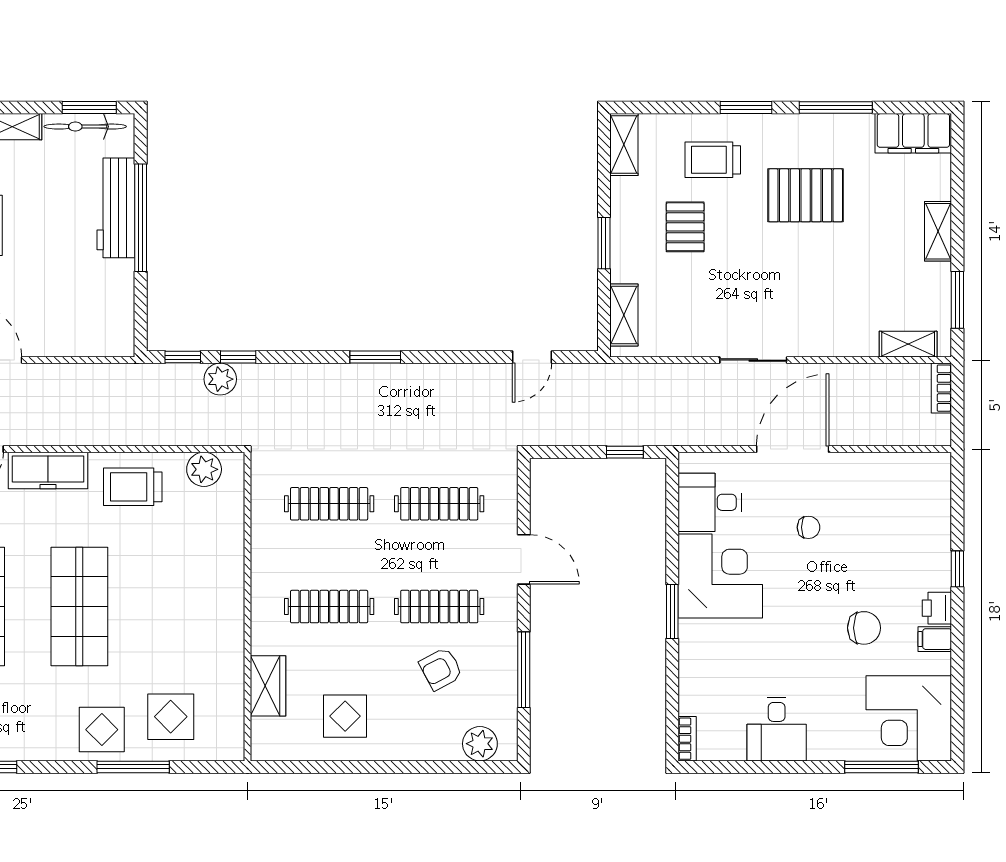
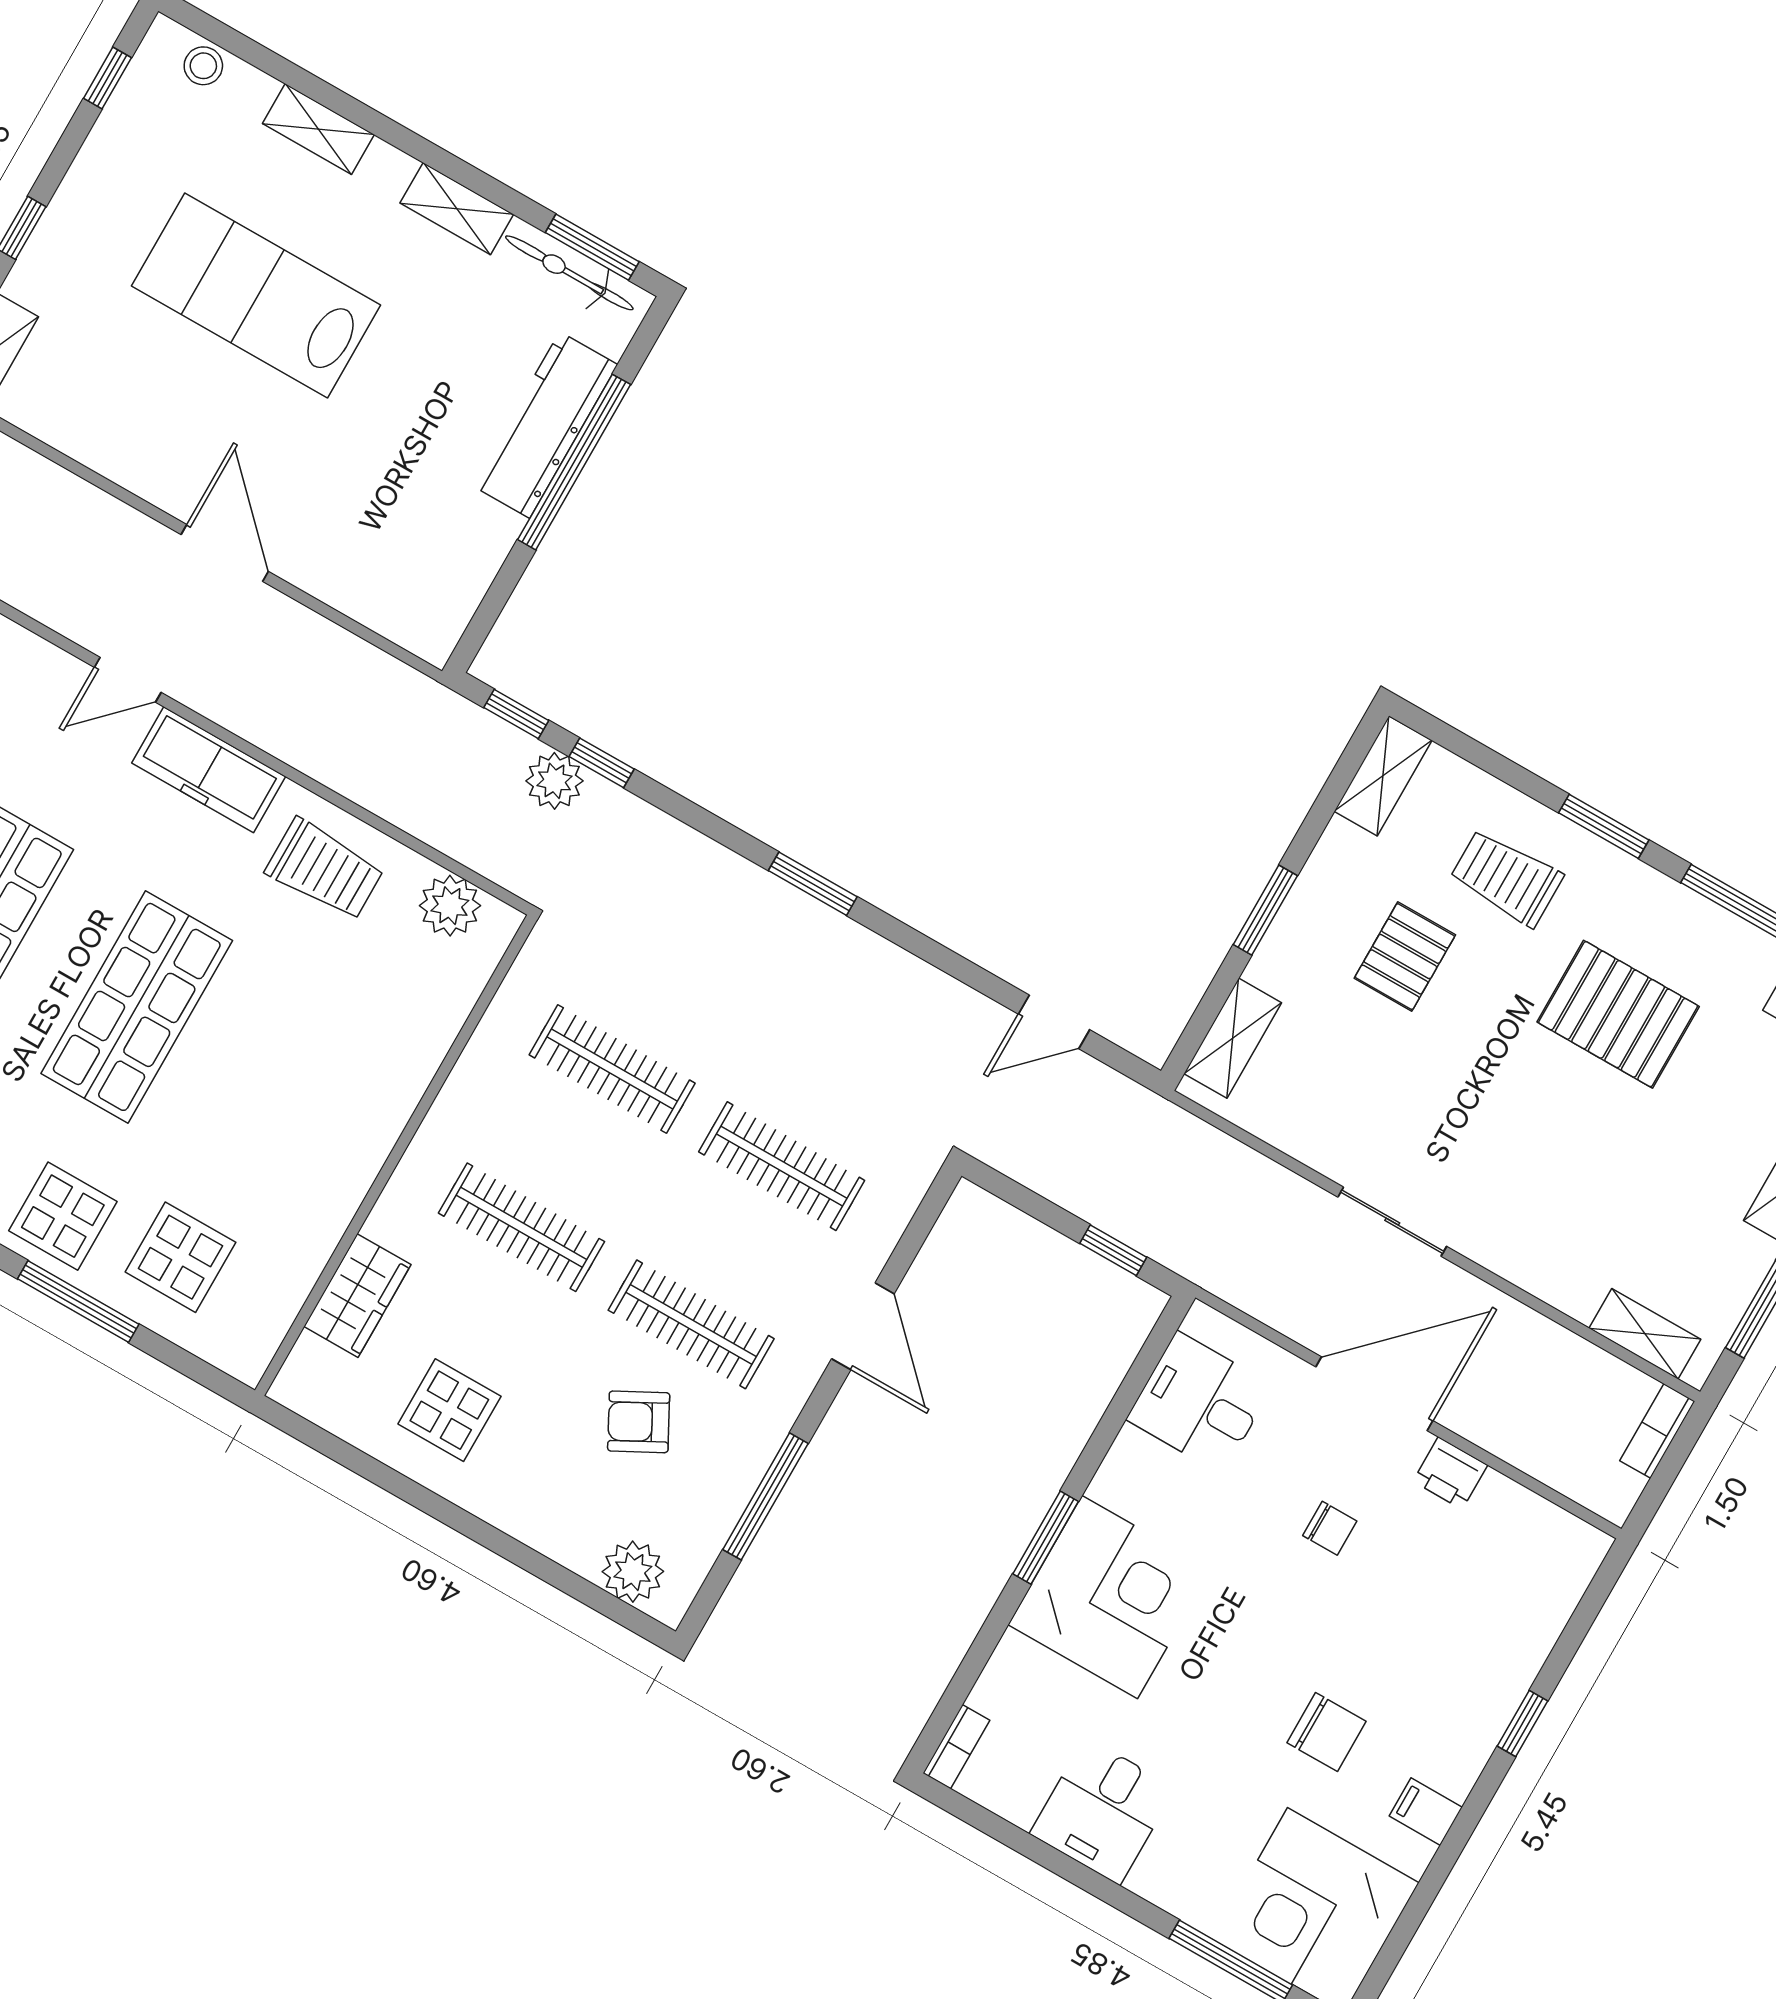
trolley: (133, 487) -> (325, 870), turned 180
corner desk: (720, 576) -> (1110, 1597), moved
printer: (937, 608) -> (1450, 1473), moved, turned -90

